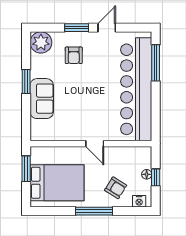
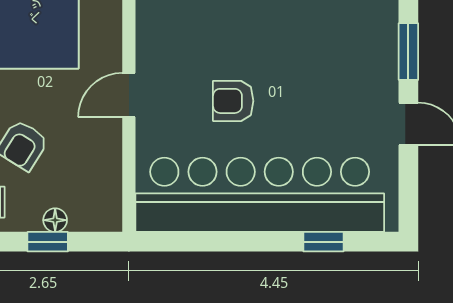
armchair: (74, 55) -> (233, 101), moved
window: (156, 63) -> (323, 242), width x0.46

